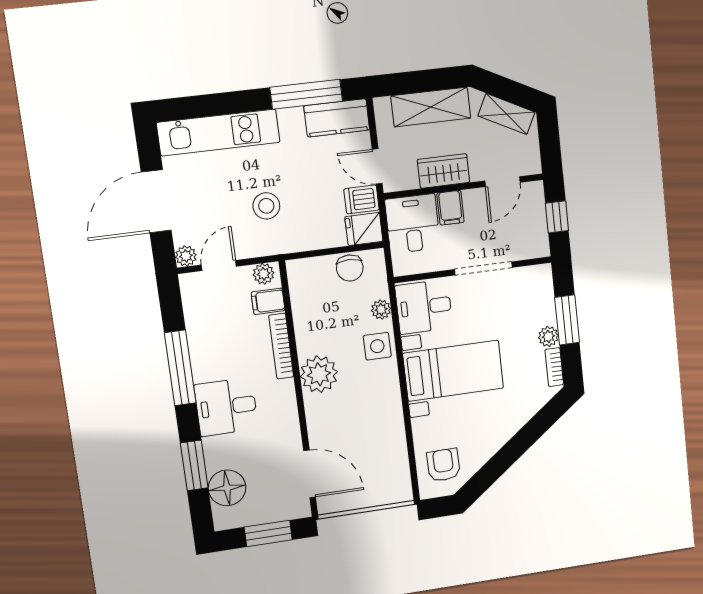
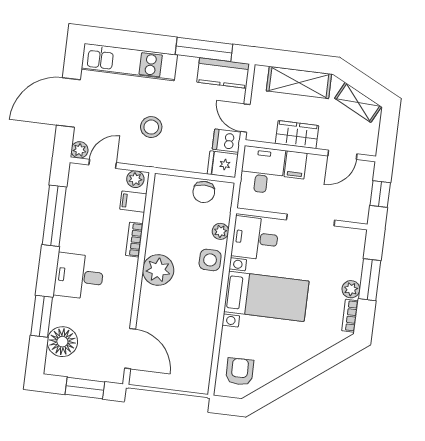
bookcase: (281, 346) -> (134, 240), width x0.64
window: (180, 368) -> (54, 216), moved

